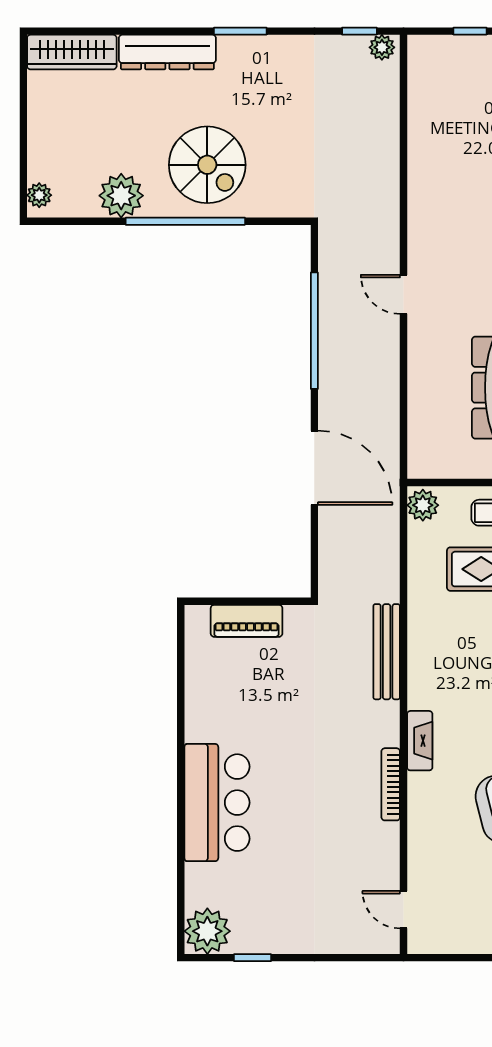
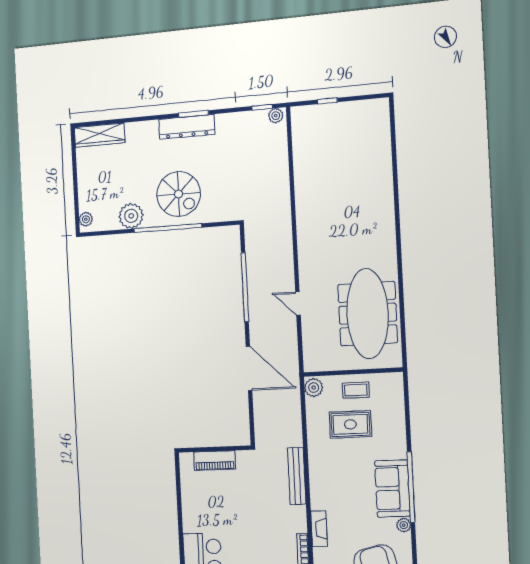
dresser: (167, 52) -> (187, 127), moved
door: (404, 294) -> (298, 303), moved

